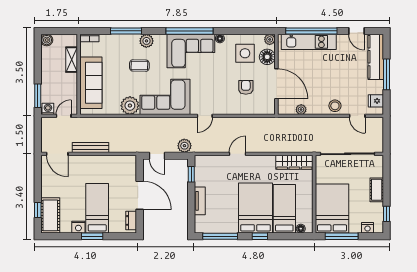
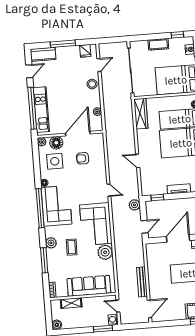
kitchen counter: (376, 57) -> (43, 54), width x0.67

